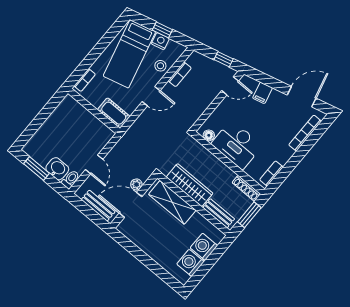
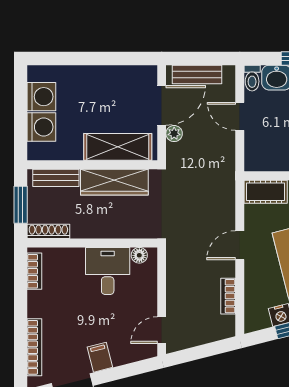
window: (224, 59) -> (194, 354), removed
stool: (160, 66) -> (258, 288), removed
filing cabinet: (262, 93) -> (100, 357), moved
desk: (237, 145) -> (108, 271), width x0.73

